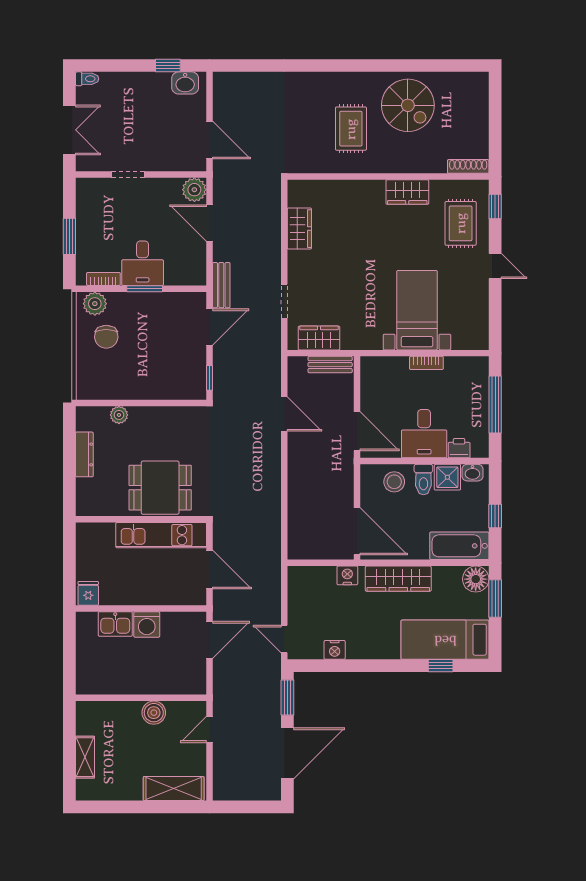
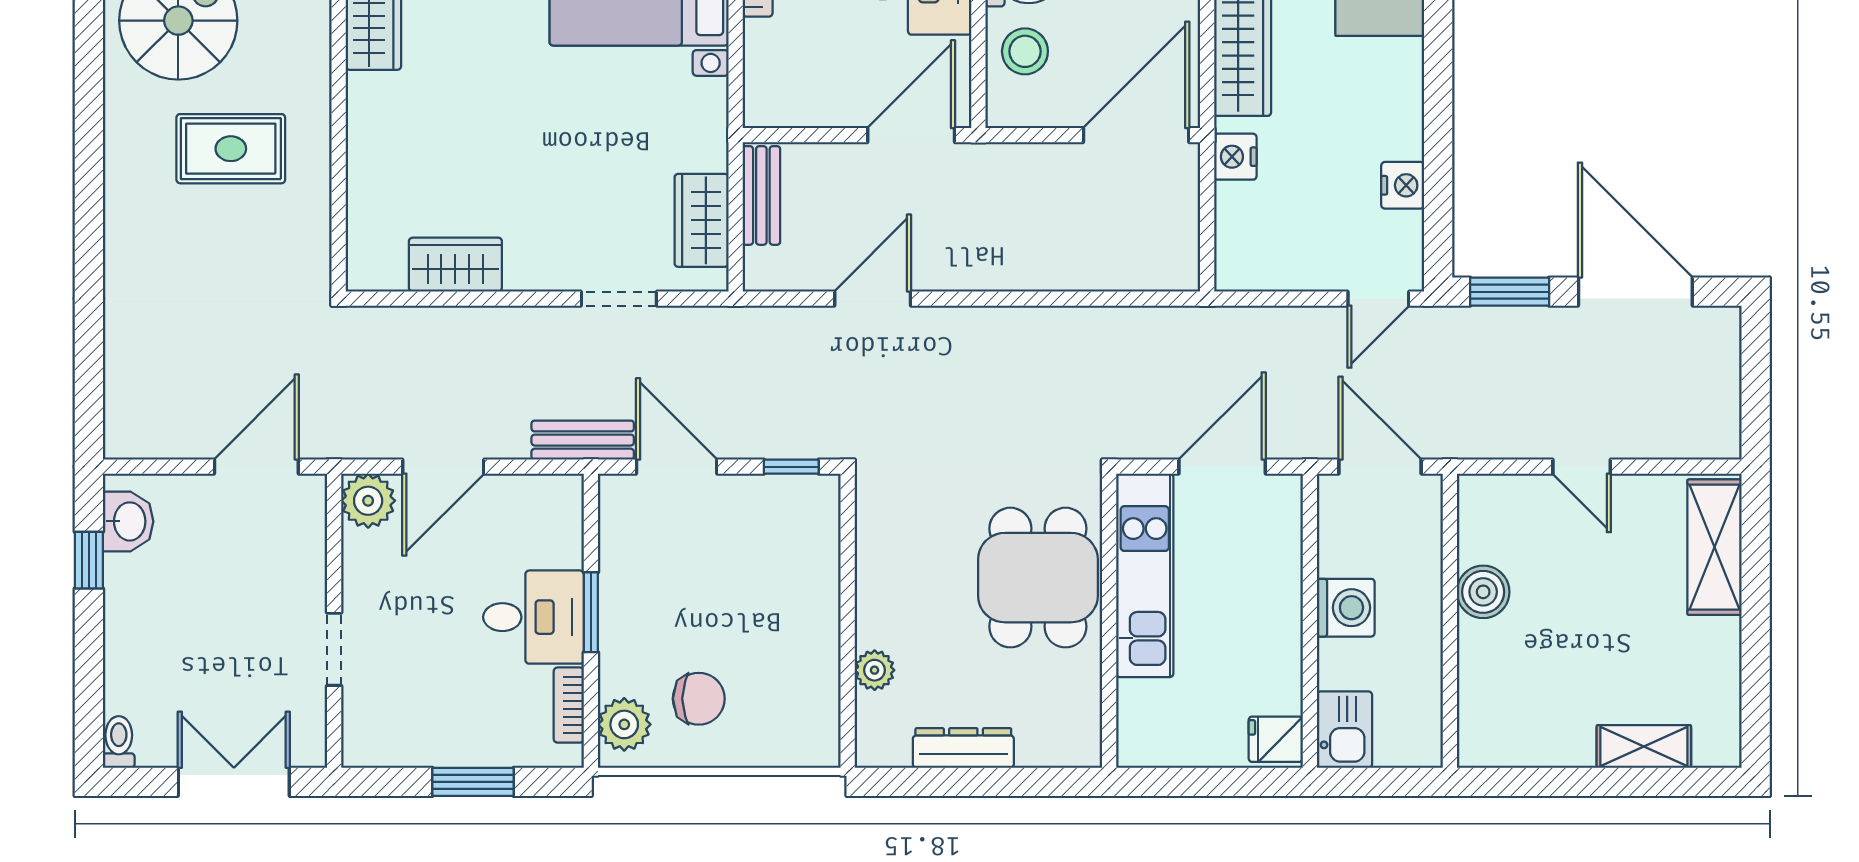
kitchen sink: (115, 624) -> (1344, 730), moved
wall: (141, 698) -> (1450, 621), moved
boiler: (154, 713) -> (1483, 592), moved

